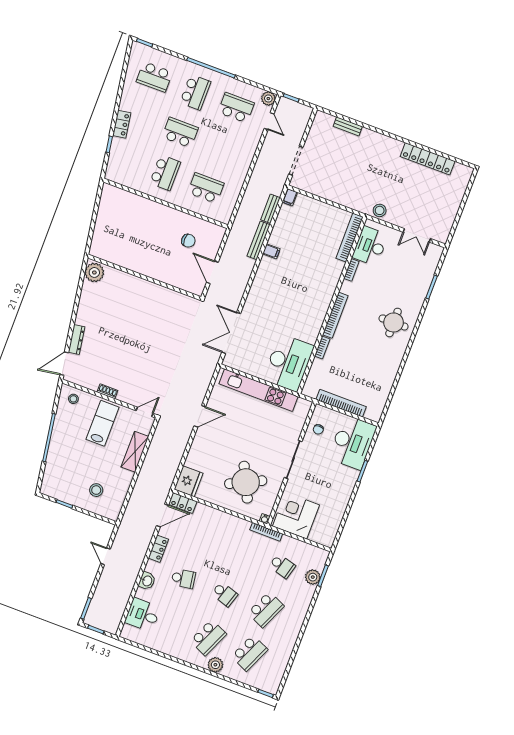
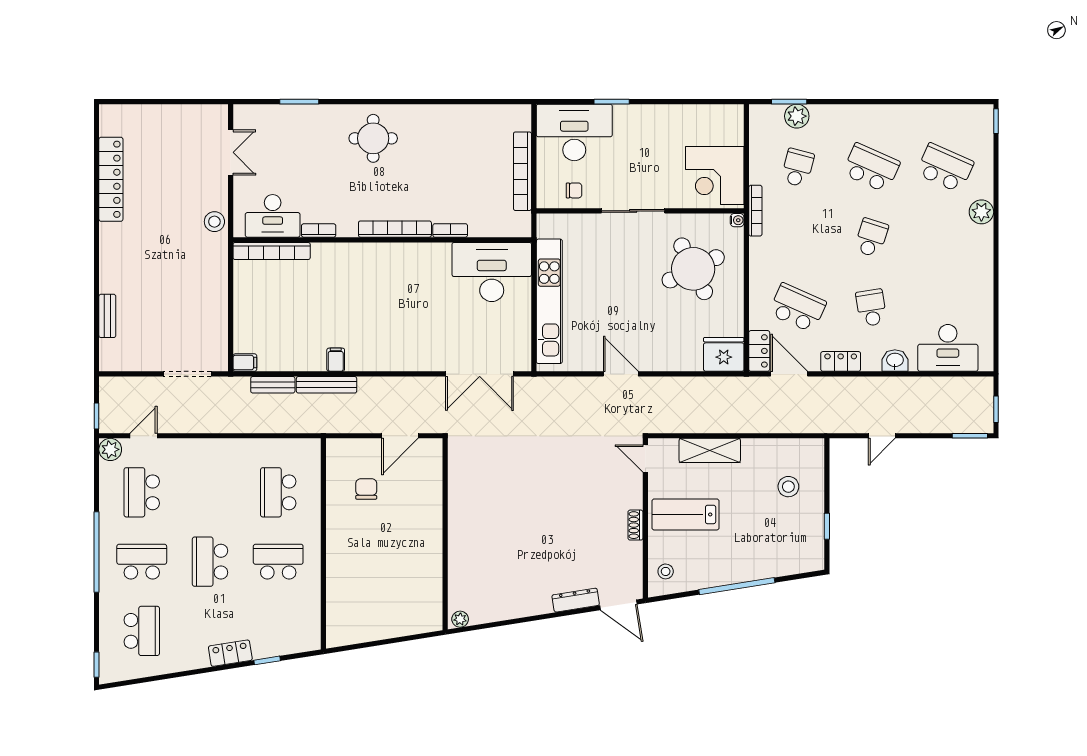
plant: (94, 272) -> (460, 619), width x0.53, depth x0.53
desk: (143, 615) -> (948, 348), width x1.37
school desk: (208, 637) -> (797, 308), moved

